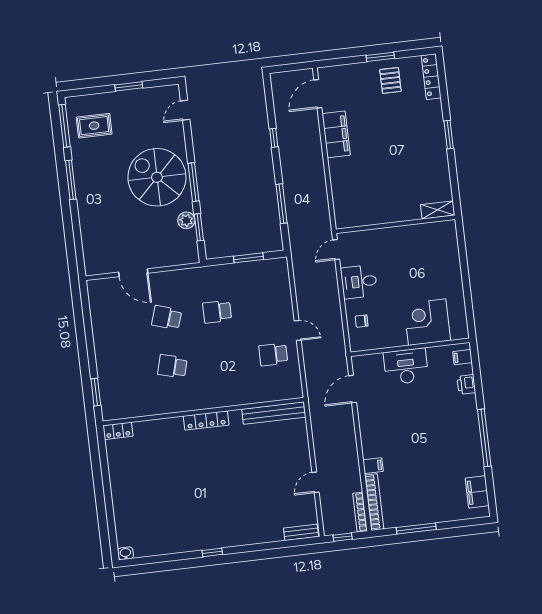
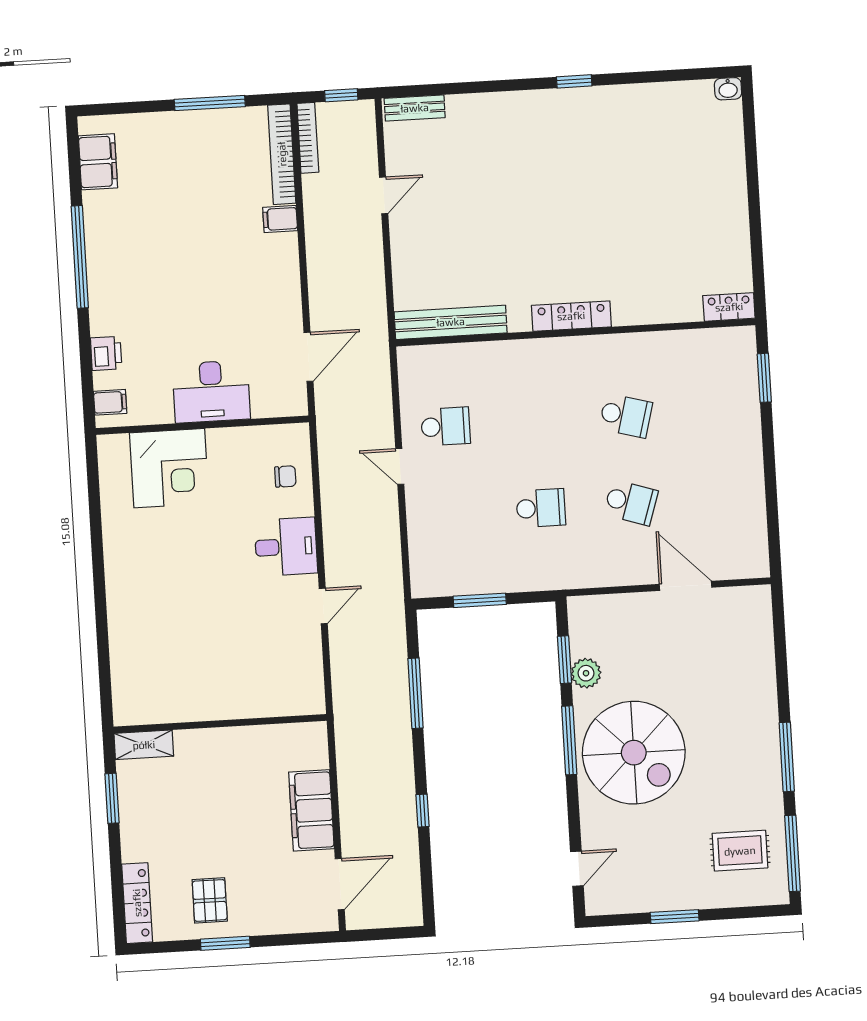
shelving: (438, 210) -> (144, 745), moved
wall: (396, 224) -> (220, 724), moved

